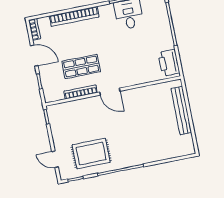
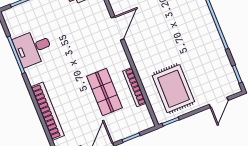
door: (110, 92) -> (118, 28), moved
rug: (91, 154) -> (173, 89), moved

